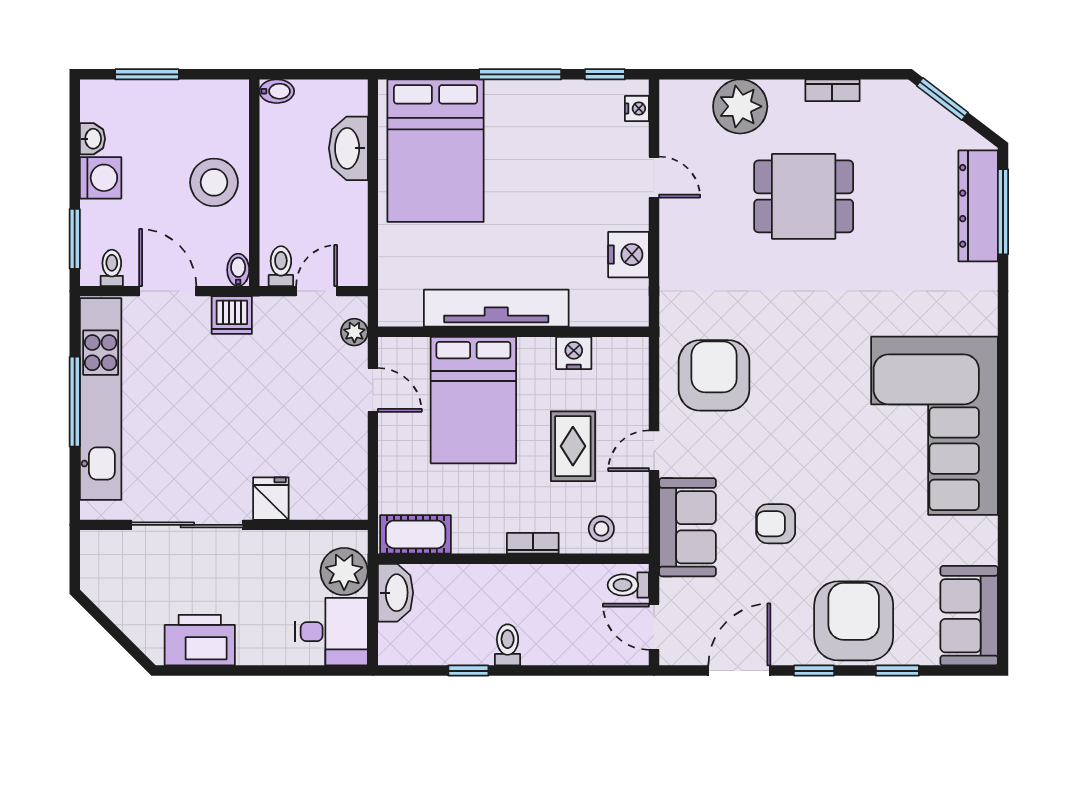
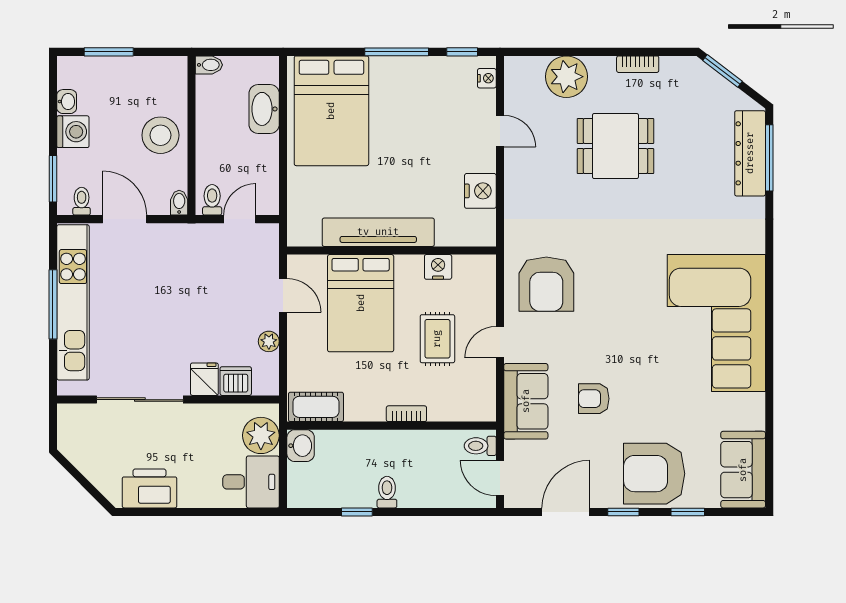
dishwasher: (232, 315) -> (236, 381), moved, turned 180
plant: (354, 332) -> (269, 341), moved
armchair: (714, 375) -> (546, 284), turned 180
stool: (601, 529) -> (459, 402), removed
washbasin: (396, 593) -> (301, 446), width x0.72
armchair: (854, 621) -> (654, 474), turned -90

